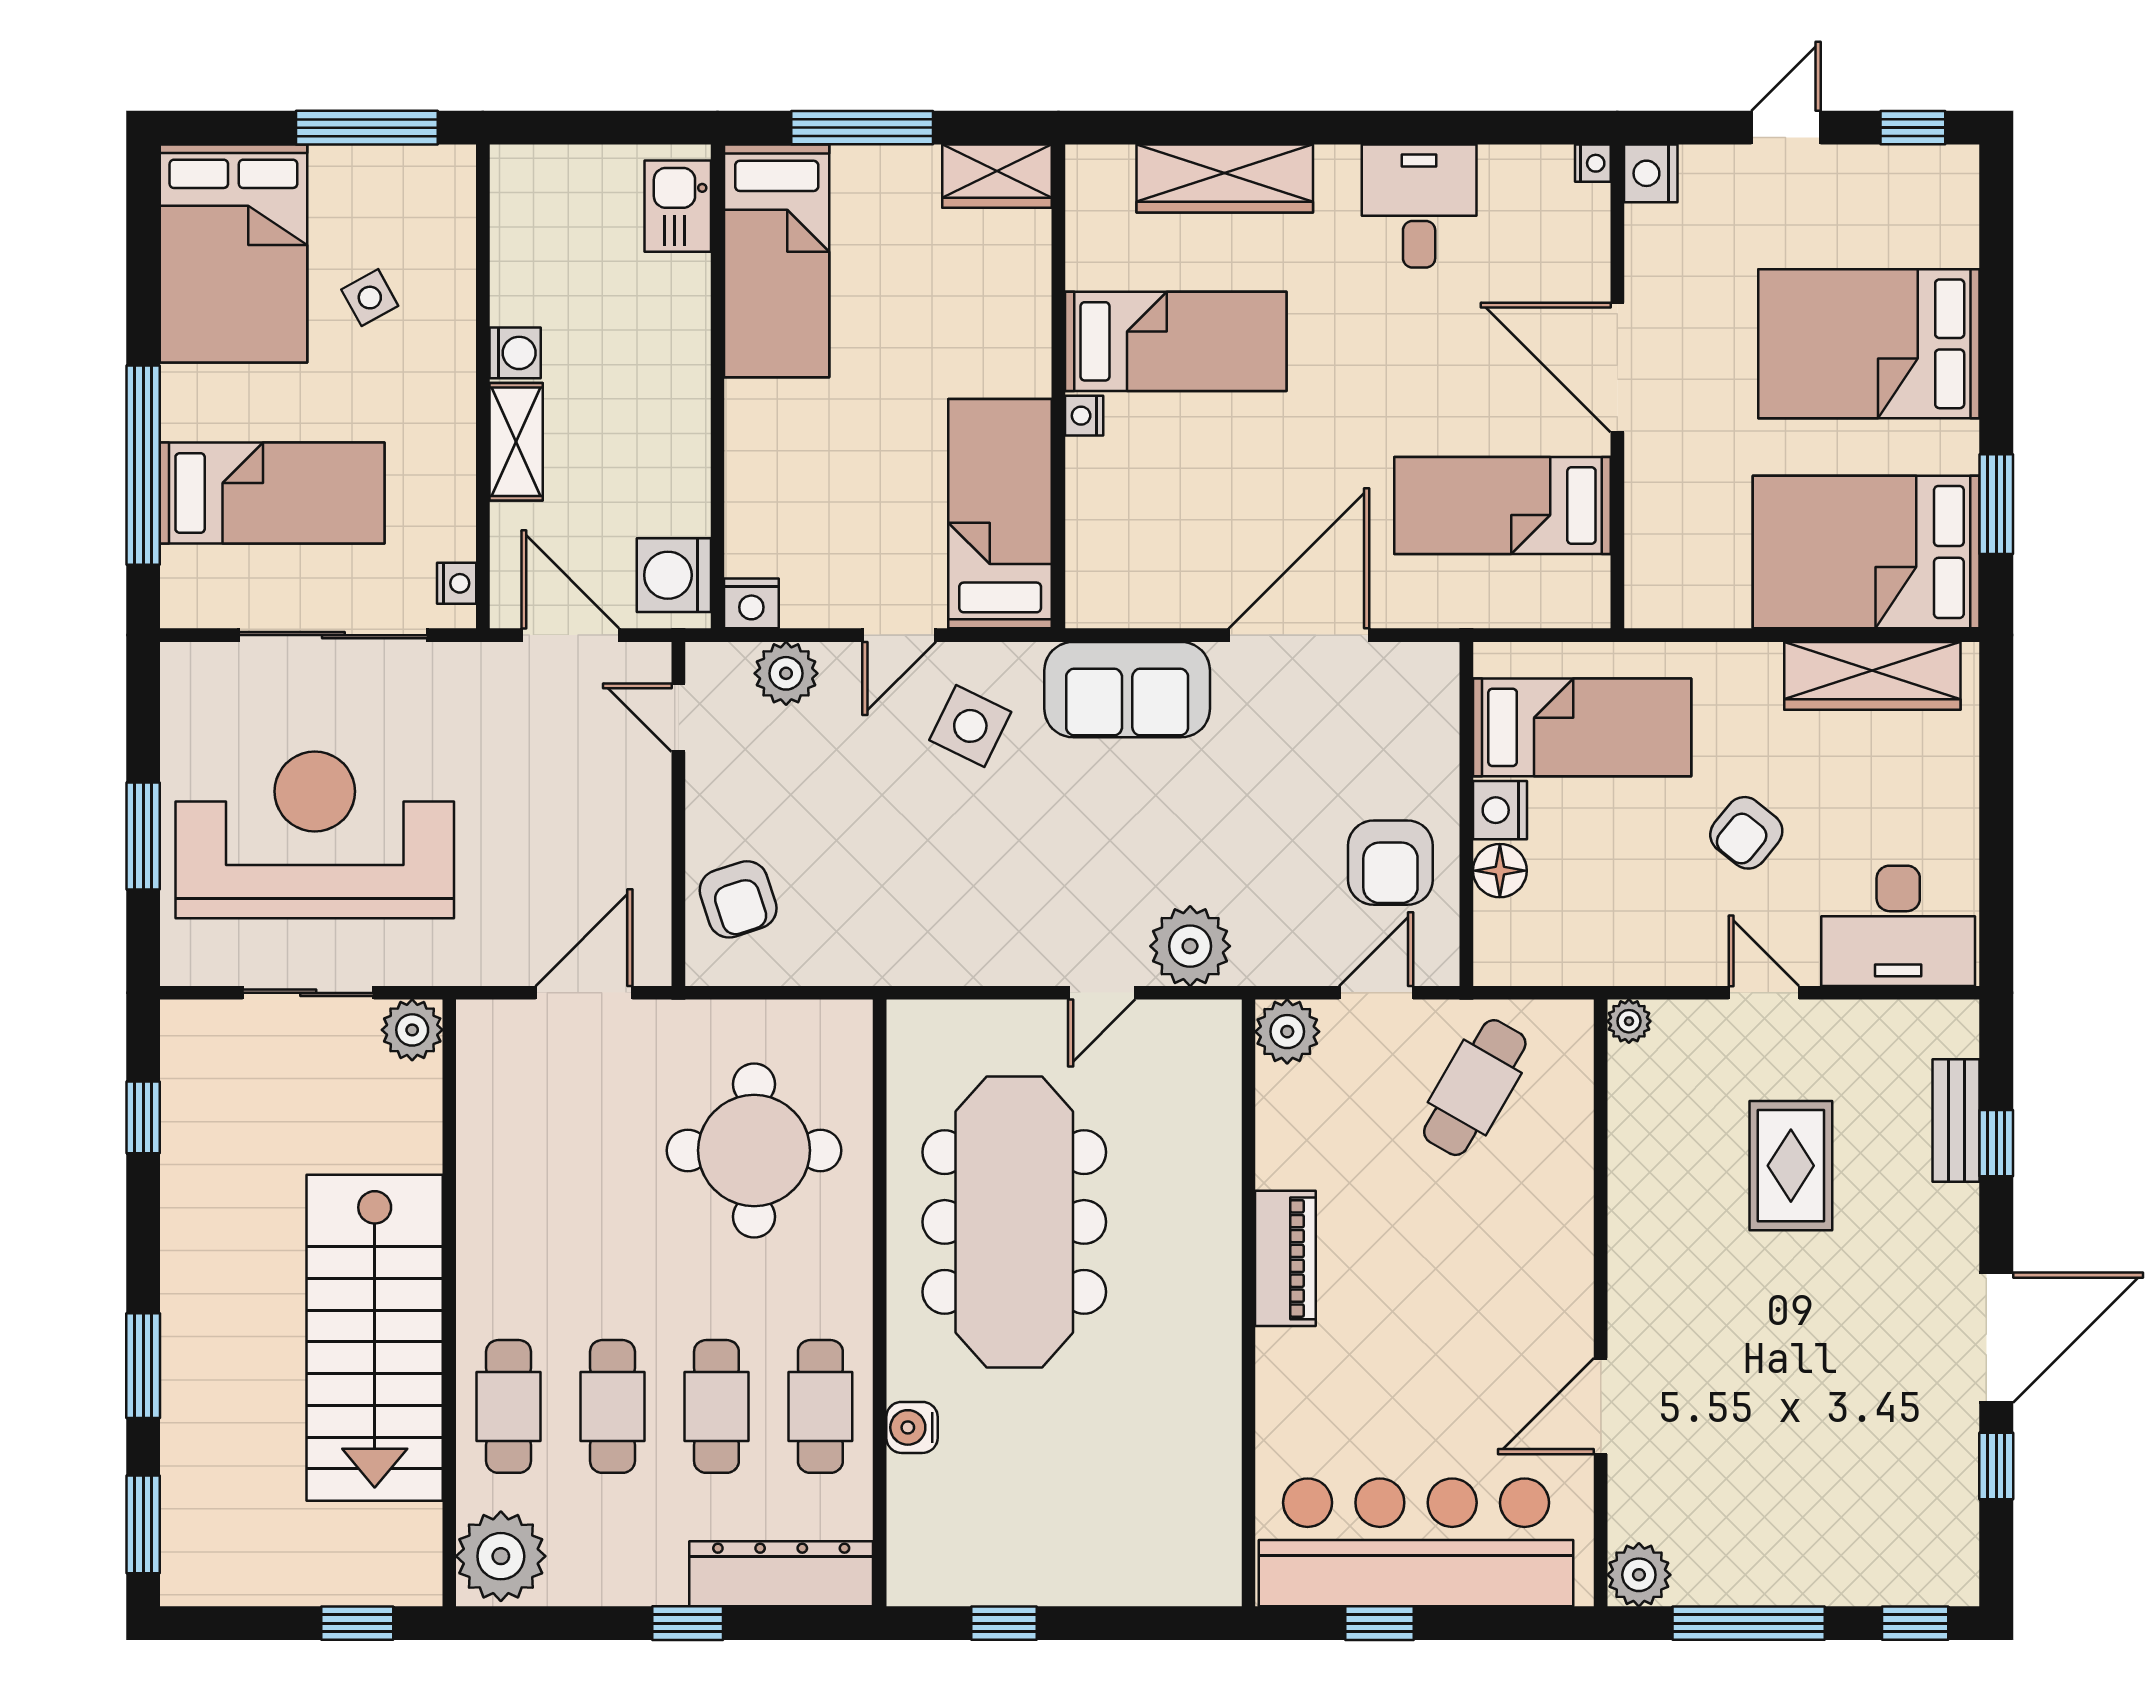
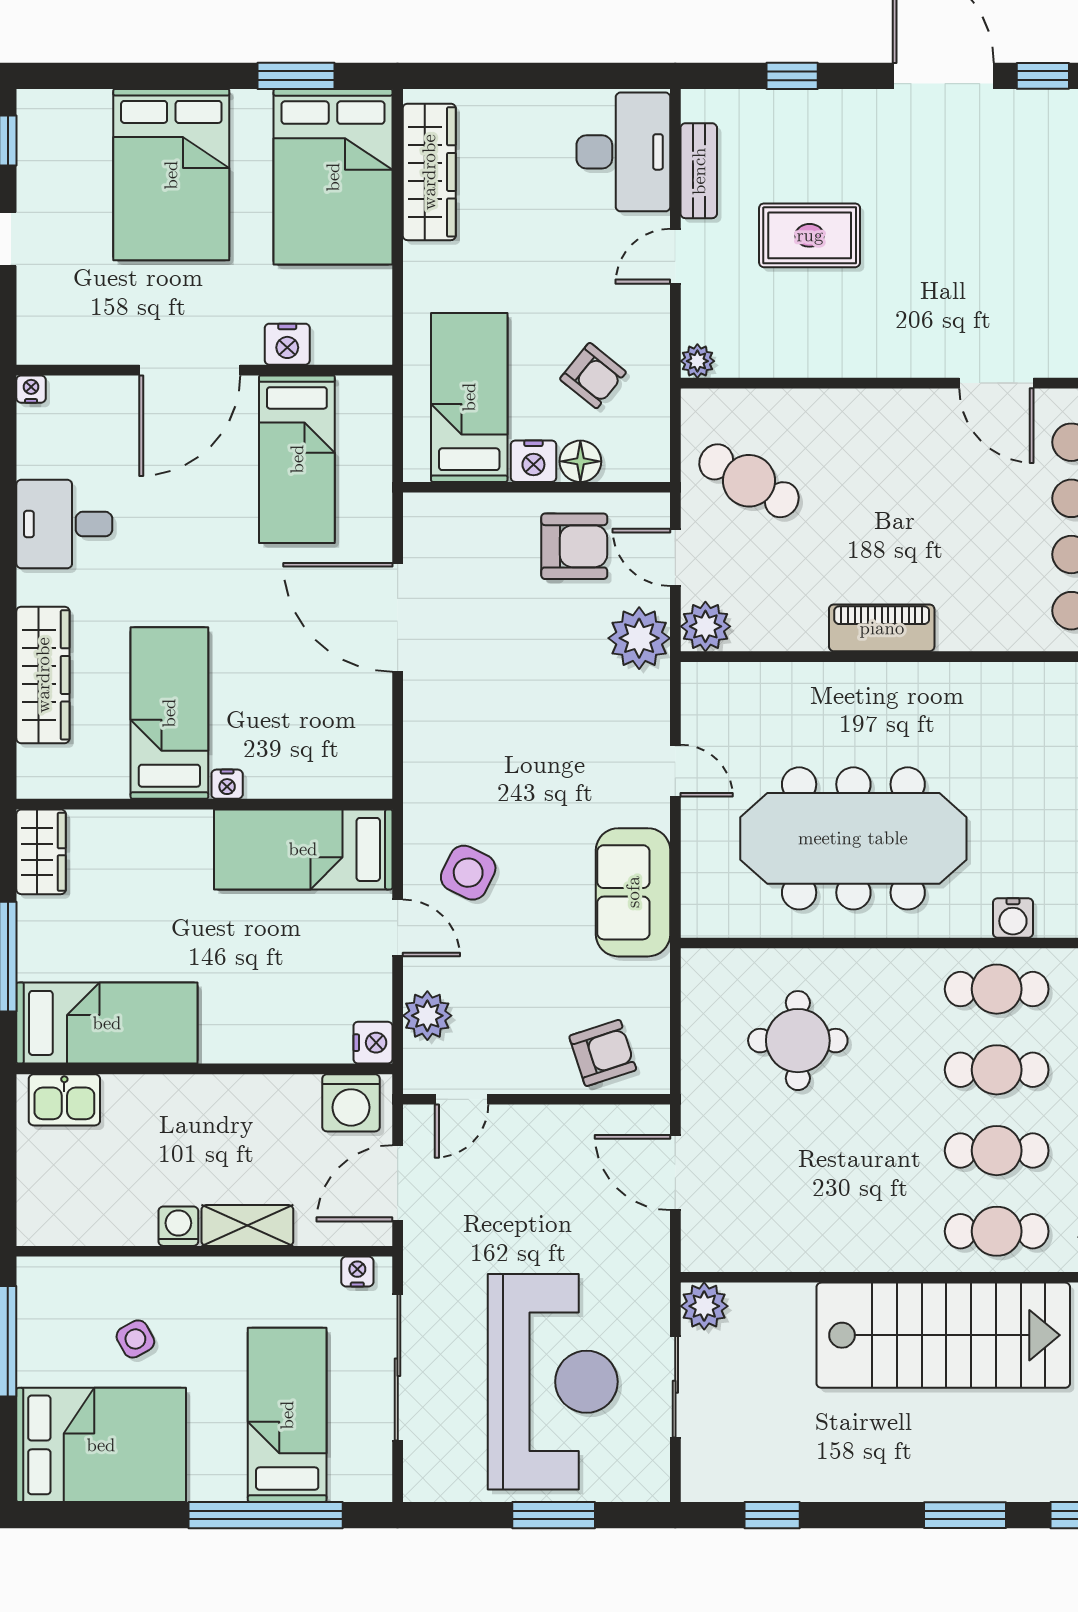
nightstand: (1651, 173) -> (287, 344), moved
sofa: (1127, 690) -> (633, 892), moved, turned 180
armchair: (1746, 833) -> (593, 376), moved
reception desk: (315, 835) -> (553, 1382), turned 180
plant: (1190, 946) -> (639, 638), moved
bench: (1956, 1120) -> (699, 171), moved, turned 90
round table: (754, 1150) -> (798, 1041), width x0.73, depth x0.73

